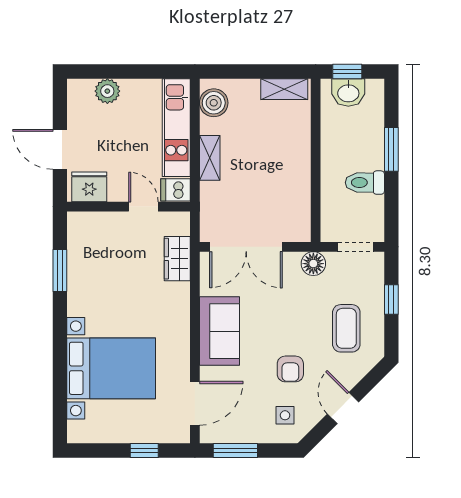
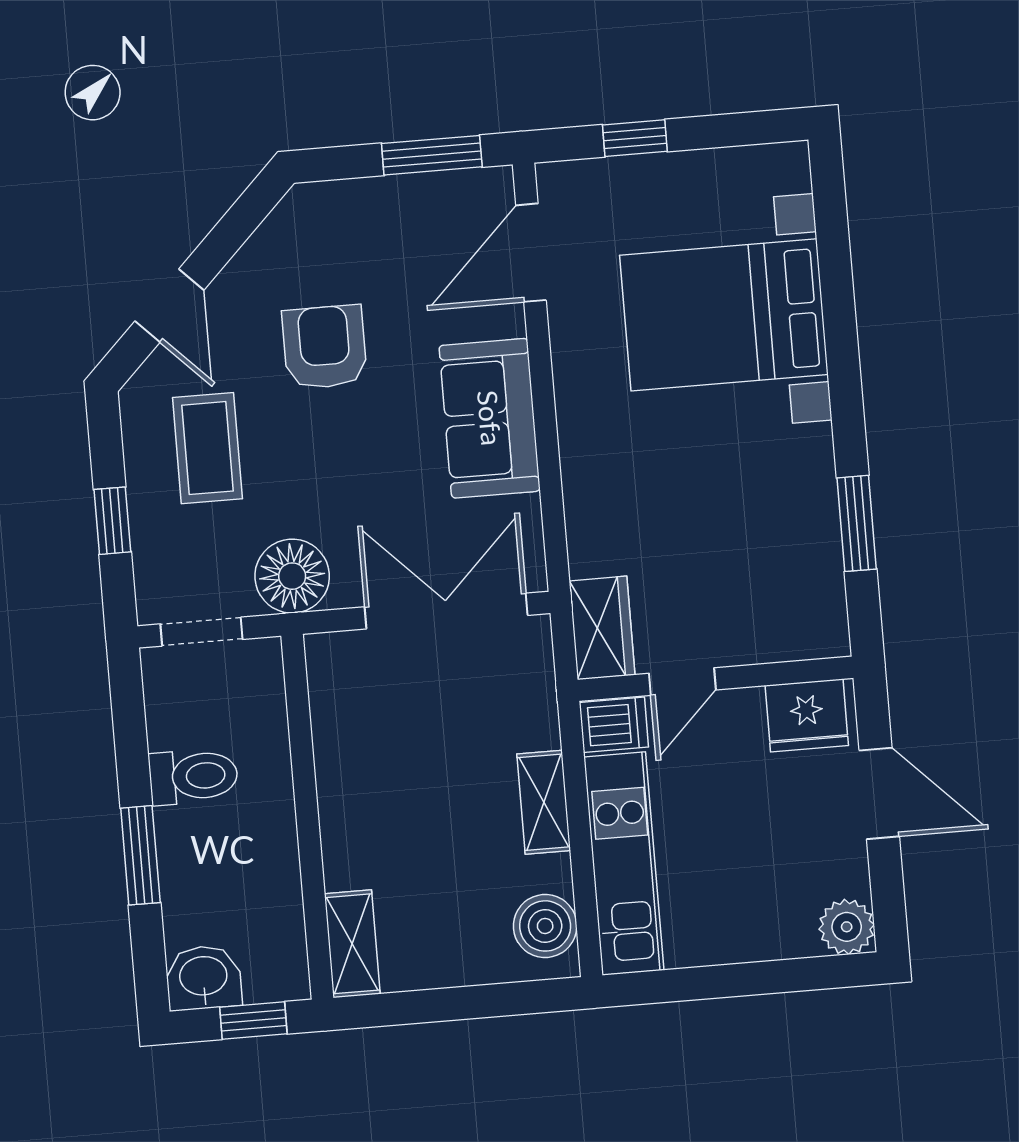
shelving: (284, 89) -> (352, 944), moved, turned 90
plant: (107, 91) -> (847, 927), moved
washbasin: (348, 93) -> (203, 978), moved
door: (143, 207) -> (682, 682), hinge flipped
wardrobe: (177, 259) -> (602, 628), moved
floor lamp: (313, 264) -> (292, 576), width x1.38, depth x1.38
armchair: (290, 369) -> (325, 347), width x1.38, depth x1.38
door: (343, 408) -> (169, 306), moved
side table: (285, 415) -> (328, 243), removed

